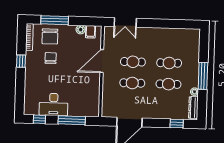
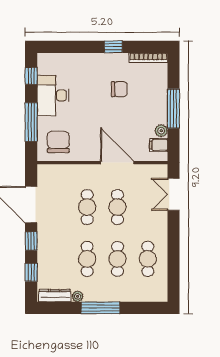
window: (55, 20) -> (173, 108), moved
chair: (50, 36) -> (58, 142), moved, turned 90
cafe table: (170, 42) -> (148, 259), added
window: (155, 123) -> (31, 241), added

